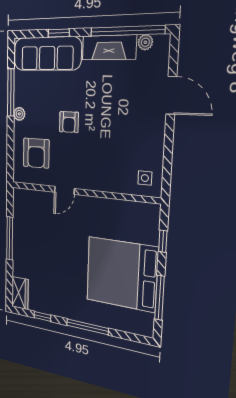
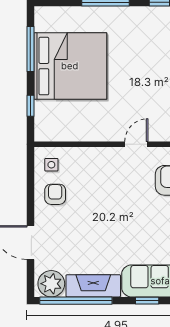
plant: (145, 42) -> (51, 284), width x1.88, depth x1.88
armchair: (69, 122) -> (55, 194), moved

